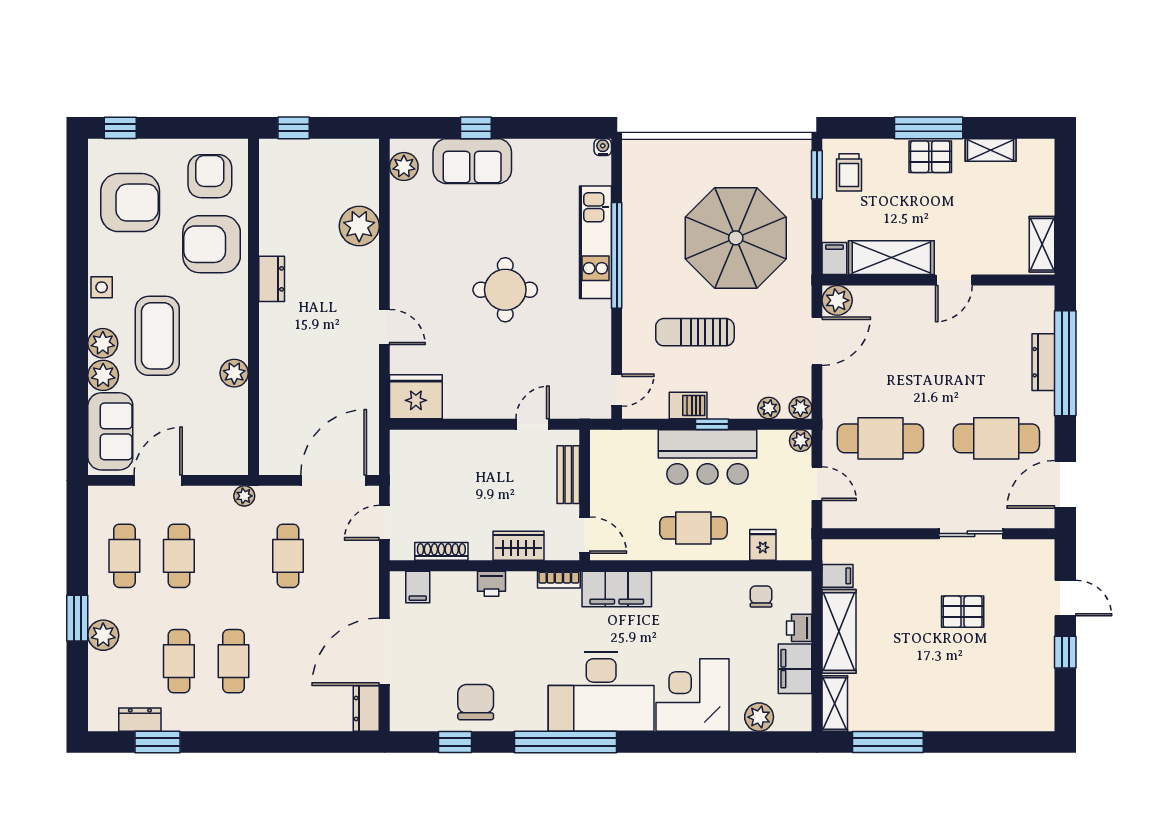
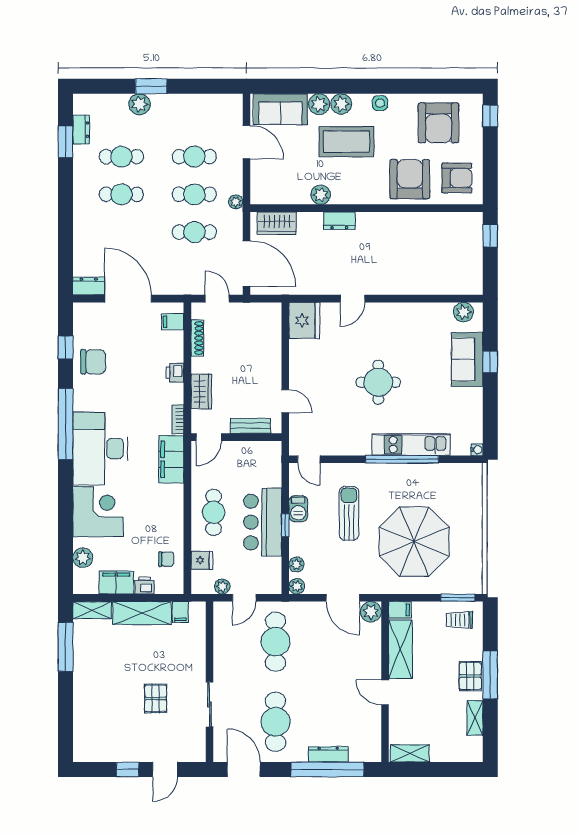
plant: (359, 226) -> (422, 281), removed
dresser: (272, 279) -> (339, 221), moved
wardrobe: (275, 437) -> (277, 223), added
plant: (801, 441) -> (222, 586), moved
cafe table: (124, 556) -> (194, 194), moved

